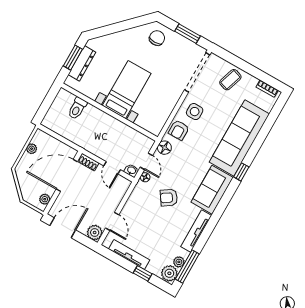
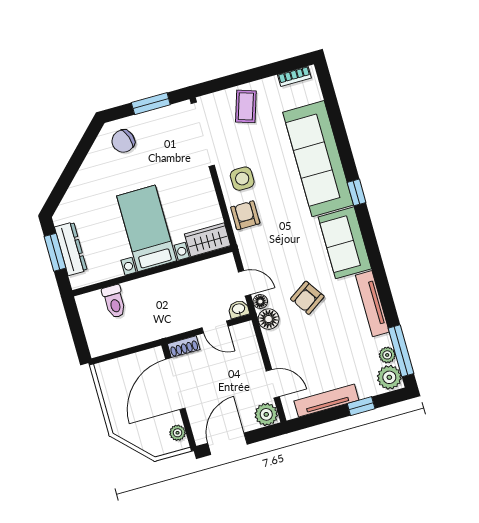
chair: (157, 38) -> (123, 141), turned -109
wardrobe: (150, 124) -> (208, 240), added
armchair: (179, 130) -> (245, 215), turned 180
floor lamp: (164, 148) -> (269, 319), moved
plant: (32, 149) -> (109, 393), removed

